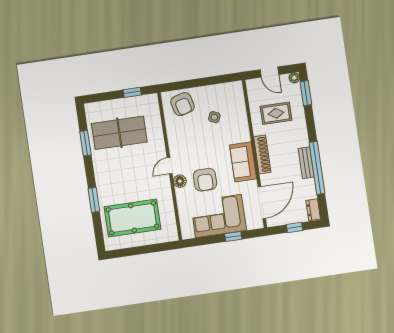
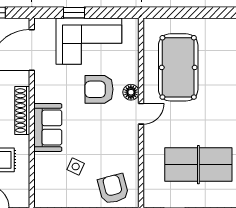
sofa: (243, 162) -> (48, 128), moved
armchair: (205, 180) -> (99, 89), turned -90
pool table: (132, 218) -> (178, 67), moved, turned 90

